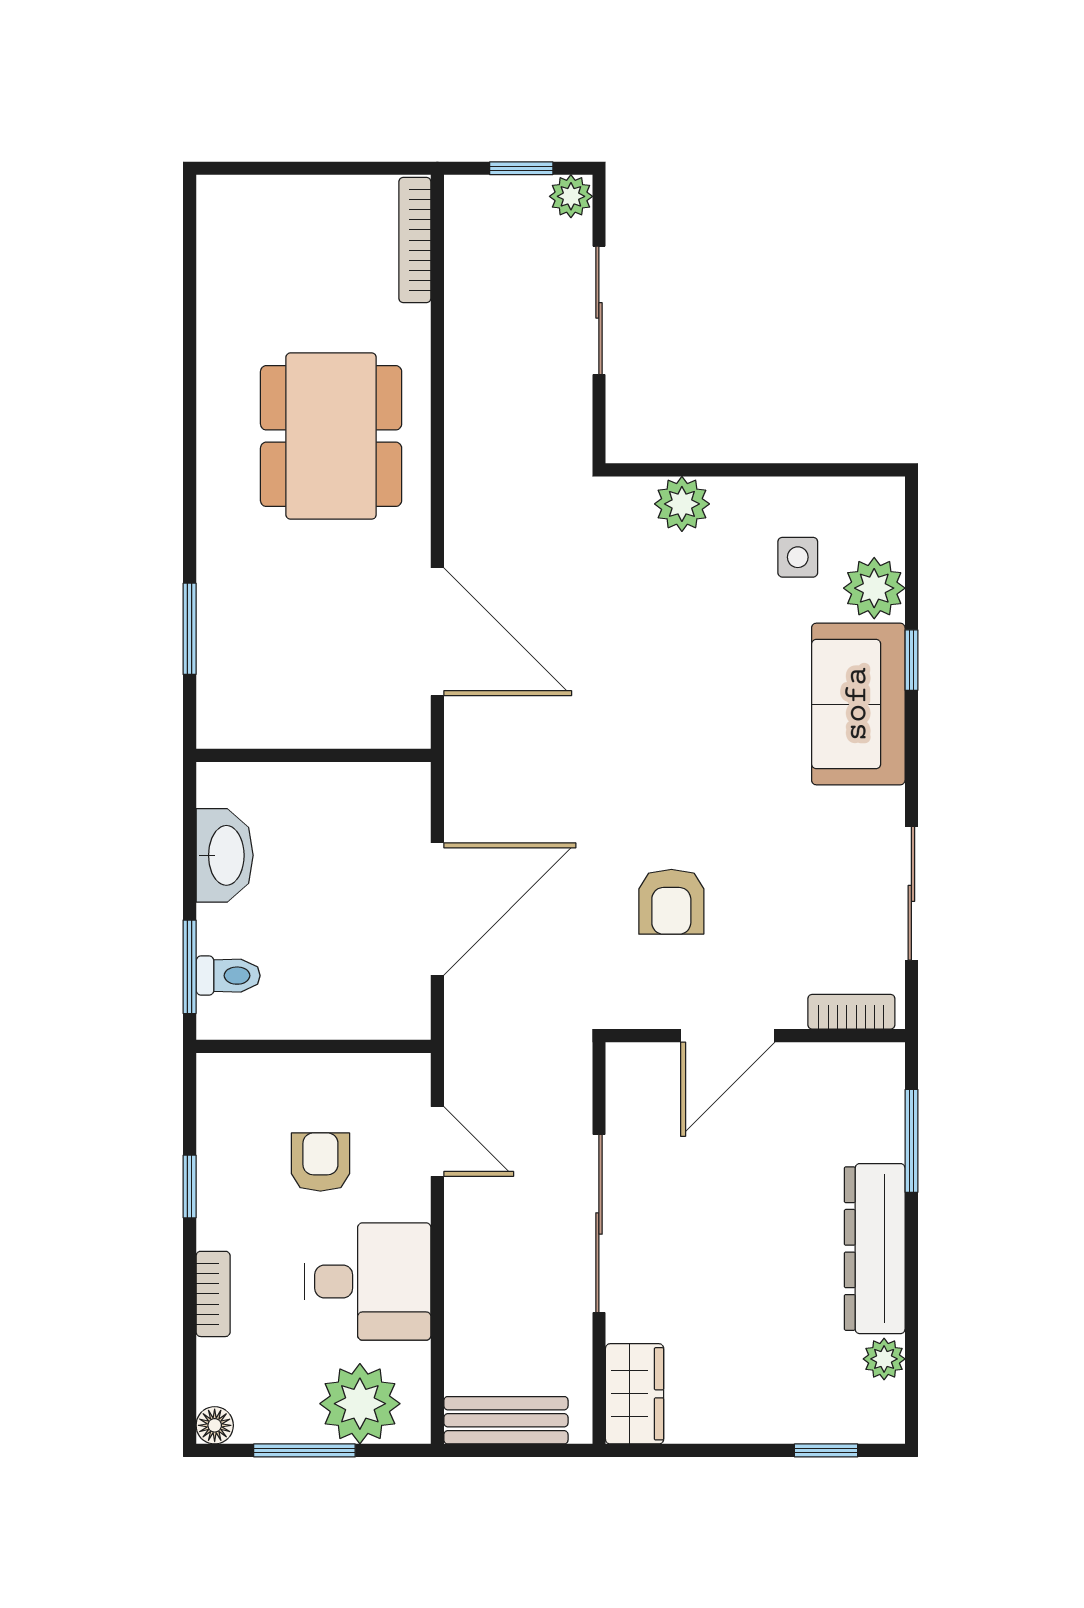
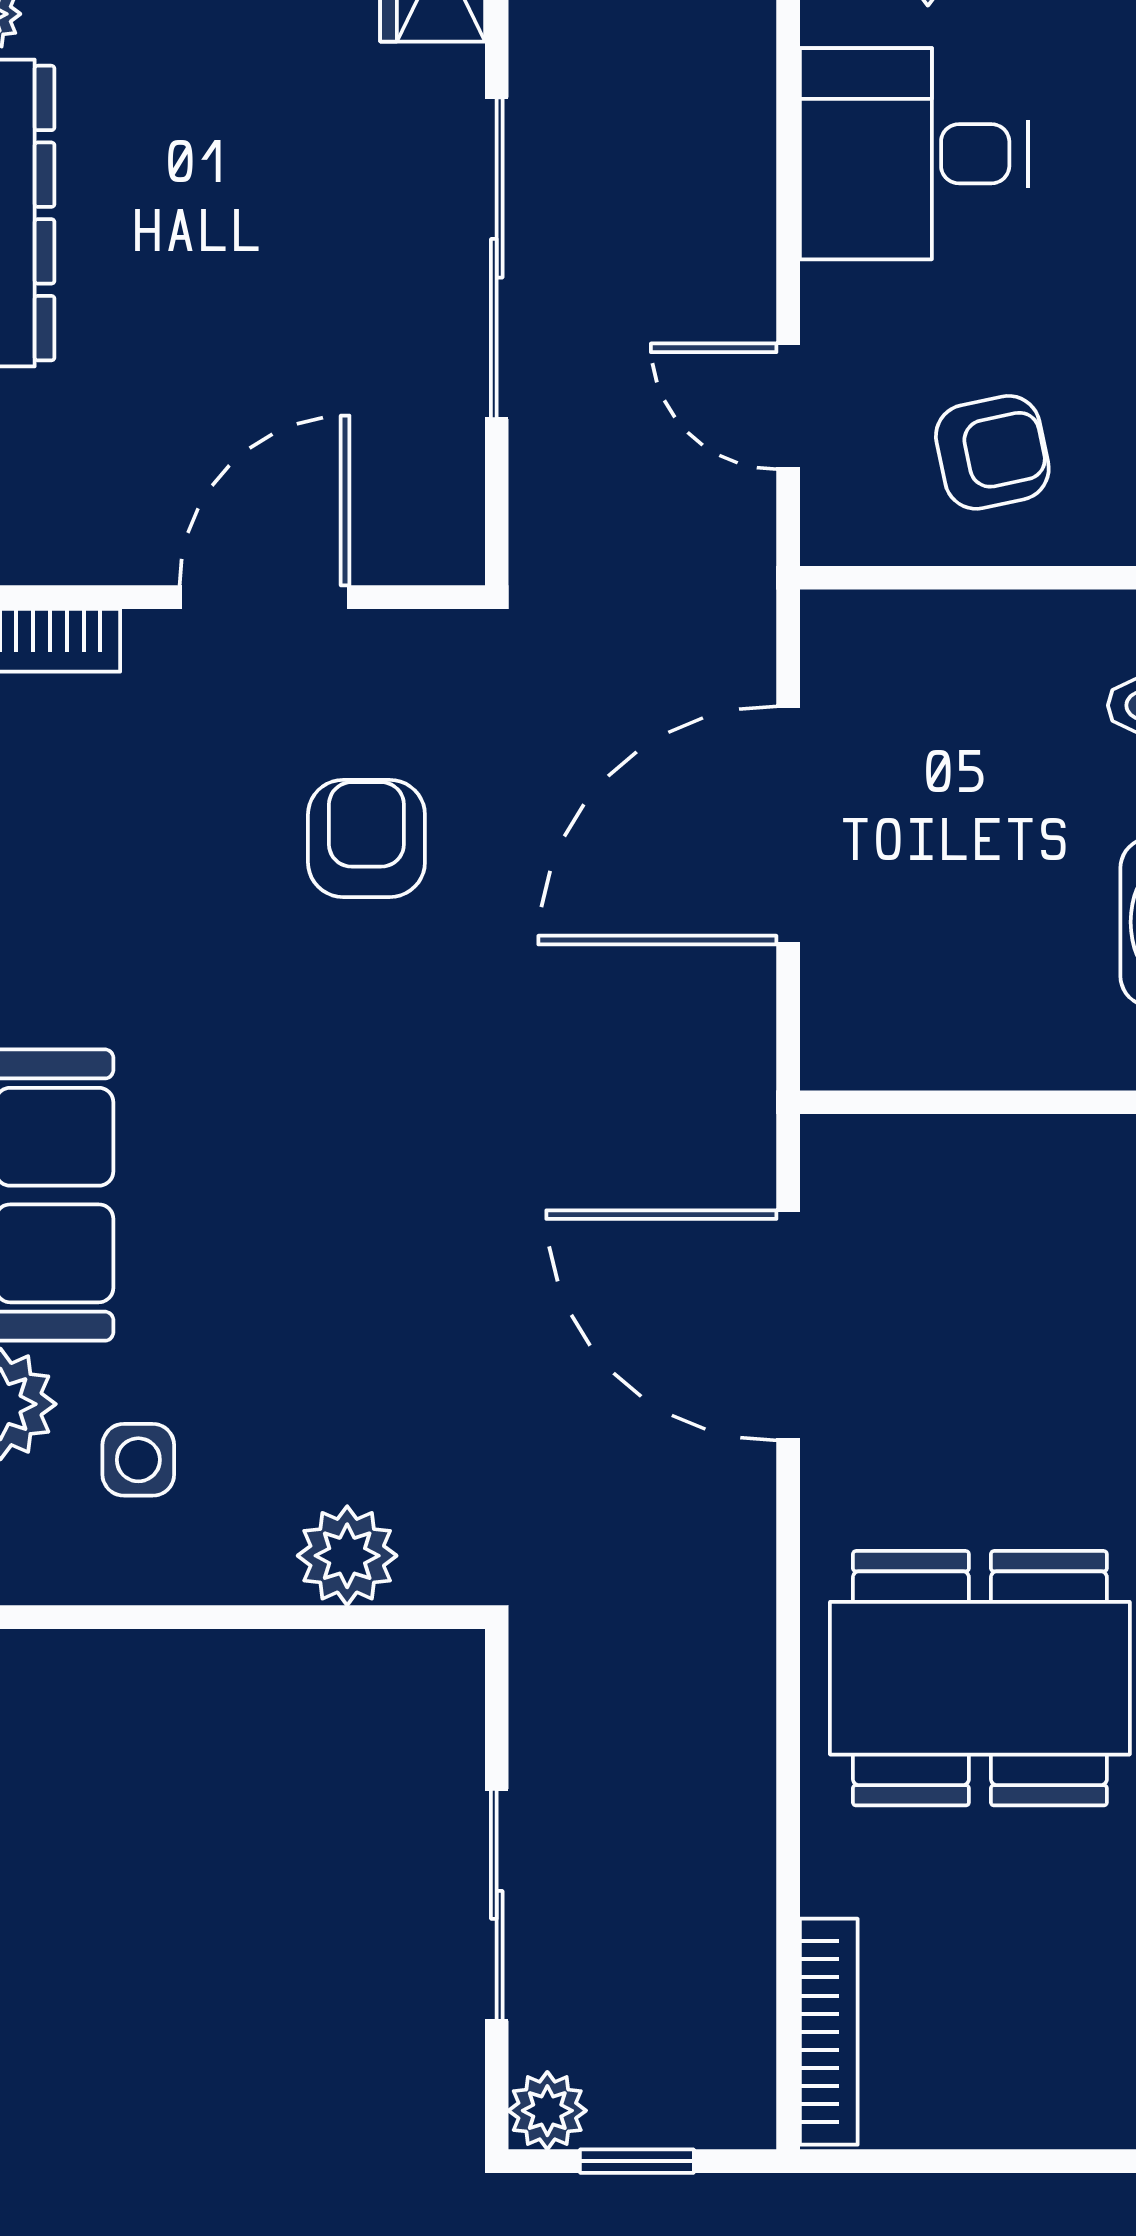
dining table: (331, 436) -> (980, 1678), turned 90
armchair: (320, 1162) -> (992, 452), moved, turned -102

